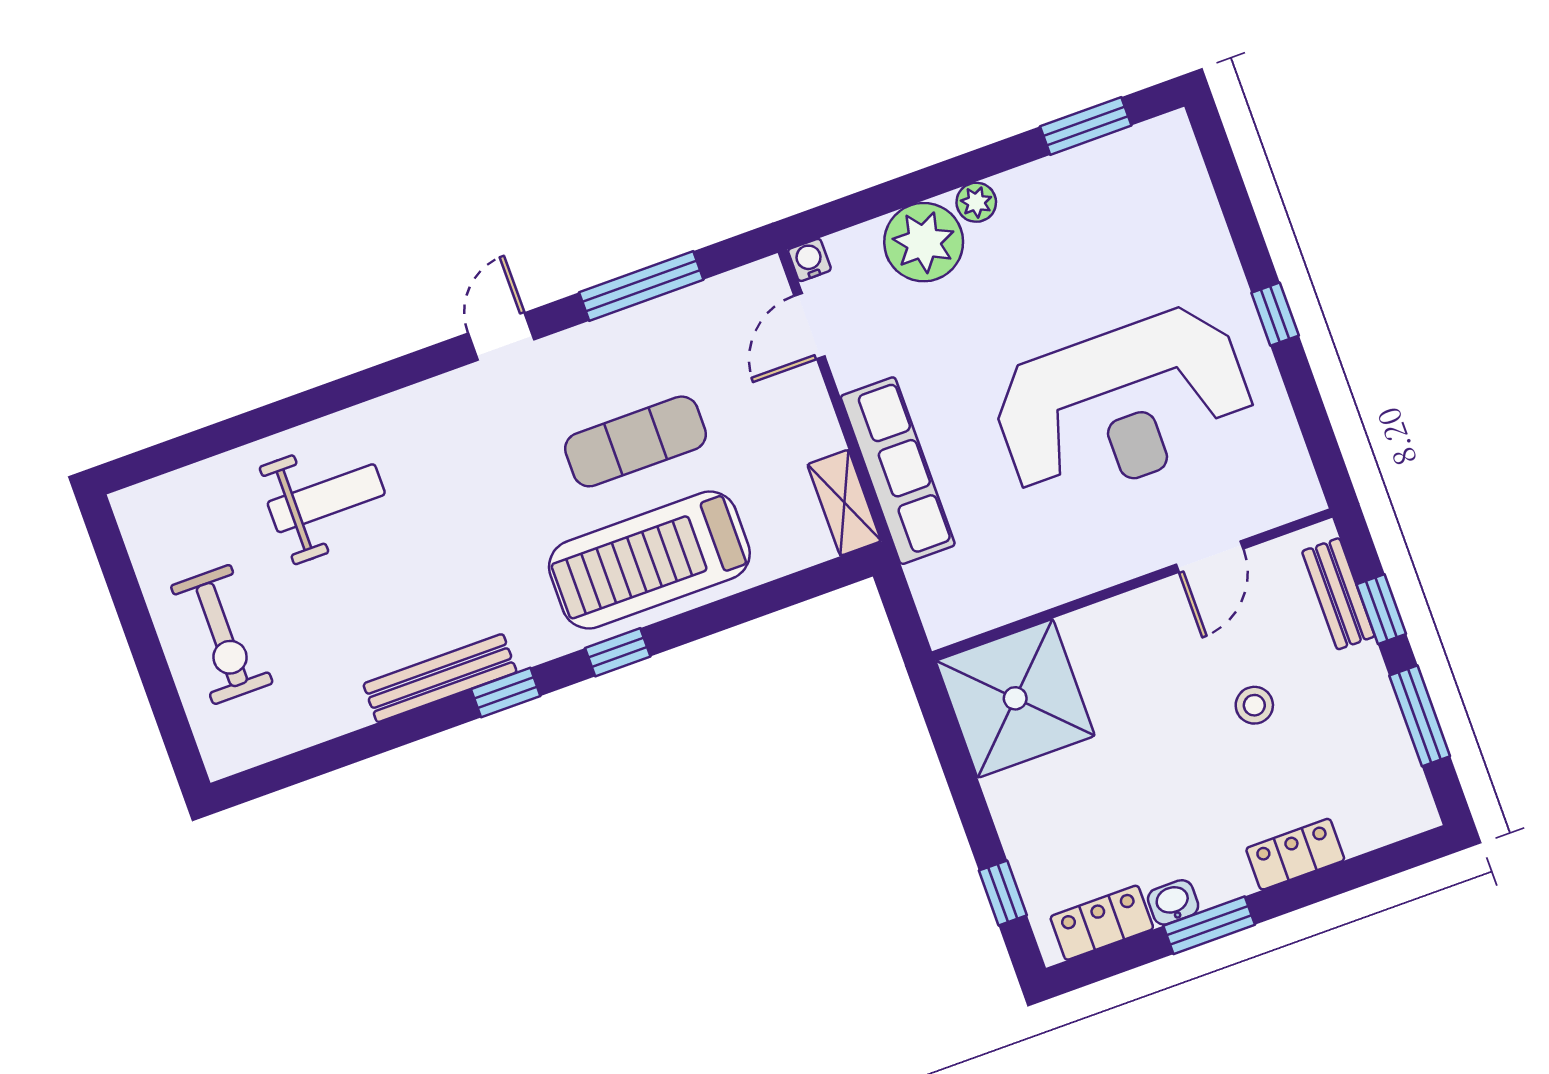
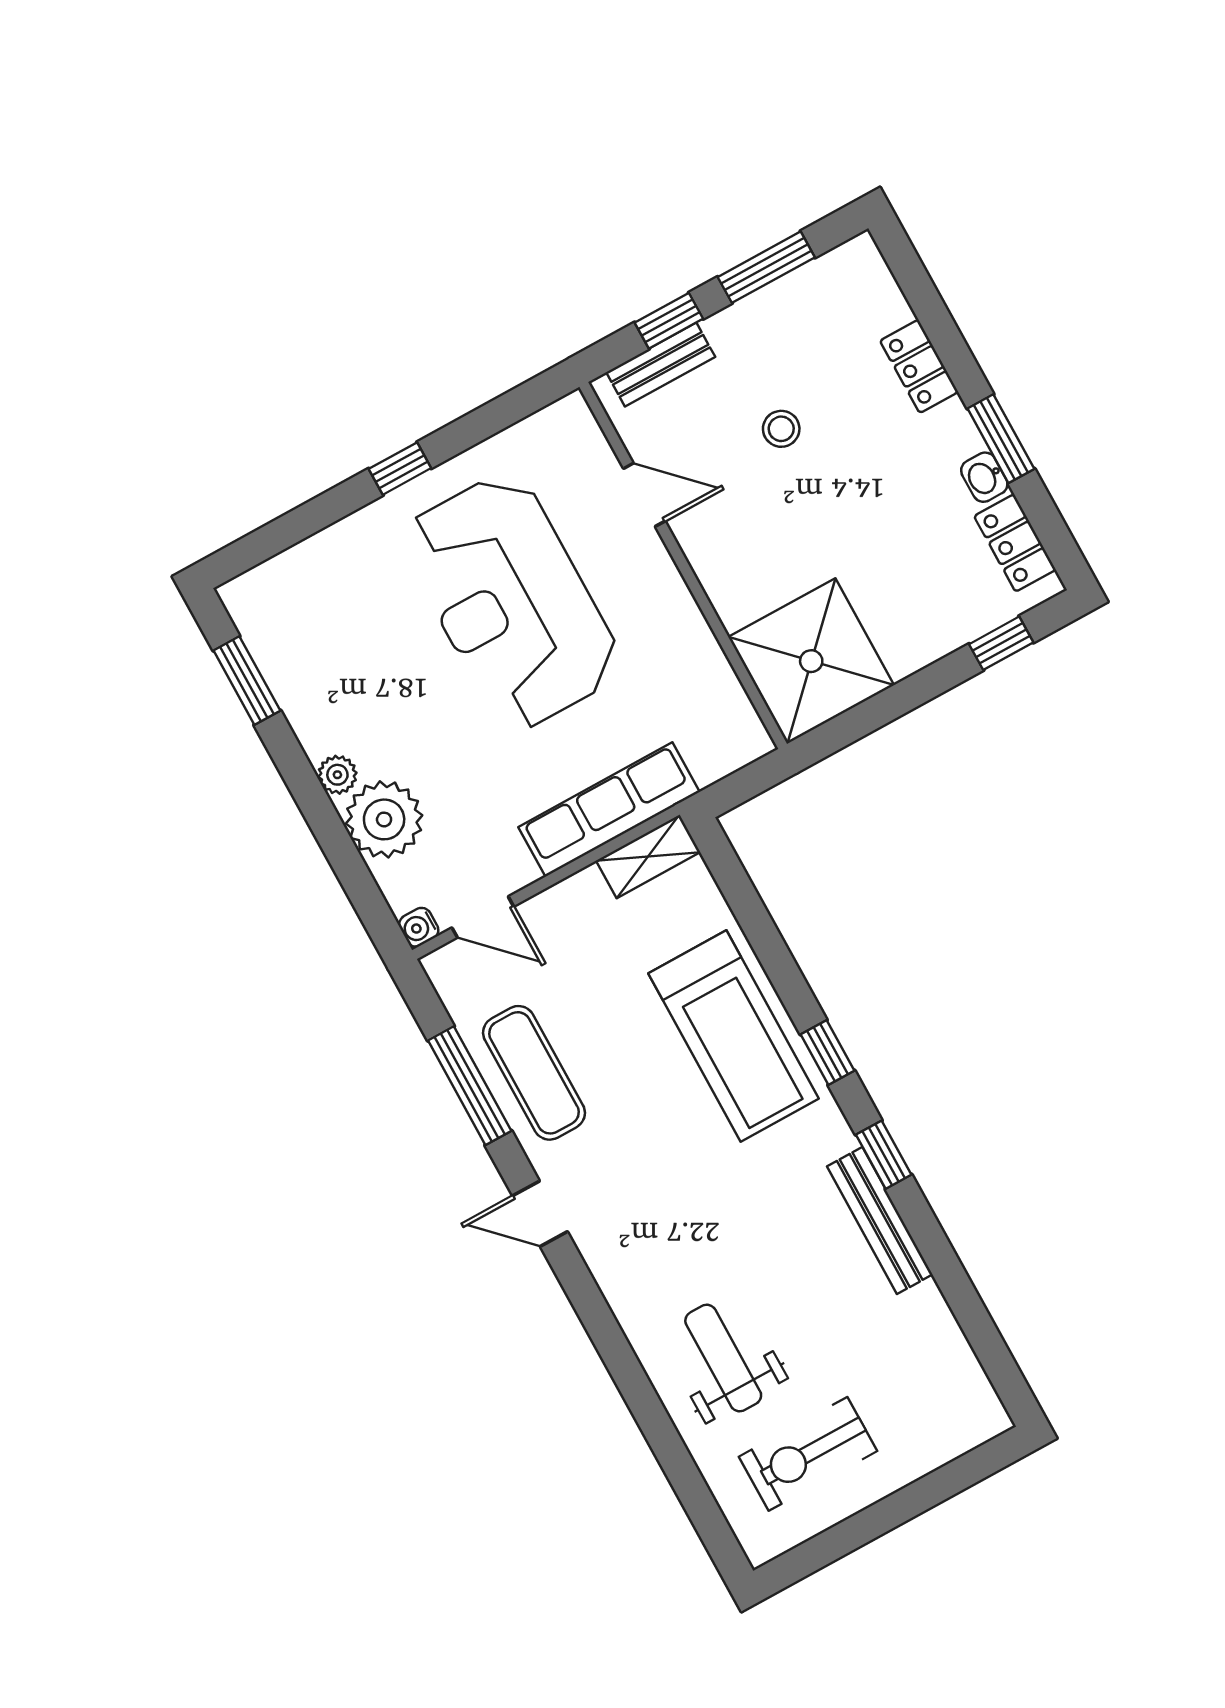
reception desk: (1123, 405) -> (511, 602), turned 180
exercise mat: (635, 441) -> (534, 1073), moved
exercise bike: (222, 635) -> (808, 1454), moved, turned 180

